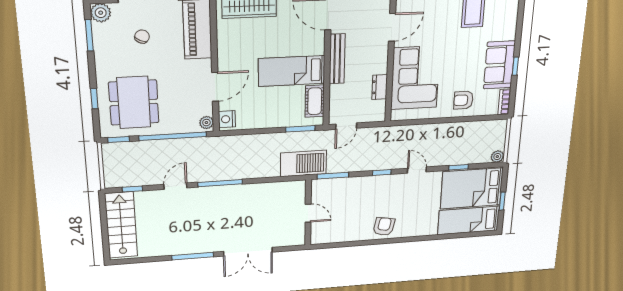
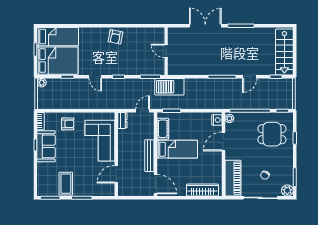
dresser: (380, 87) -> (122, 120), moved
dining table: (134, 103) -> (272, 134), width x0.73

